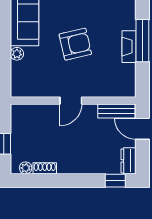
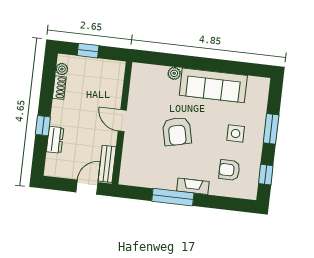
fireplace: (129, 47) -> (193, 186), moved
dresser: (128, 161) -> (55, 140), moved, turned 90
window: (115, 181) -> (43, 126), moved

